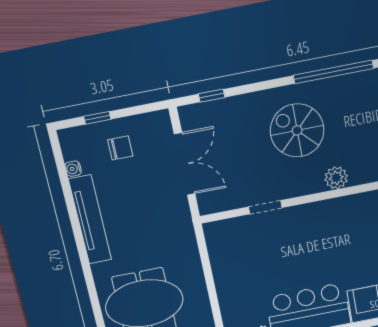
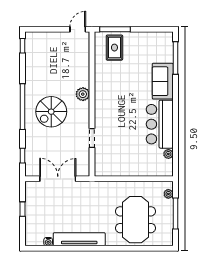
window: (333, 72) -> (22, 107), moved
window: (97, 118) -> (22, 209), moved
chair: (120, 148) -> (42, 213), removed

